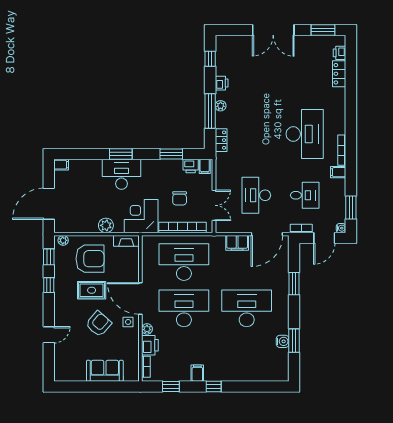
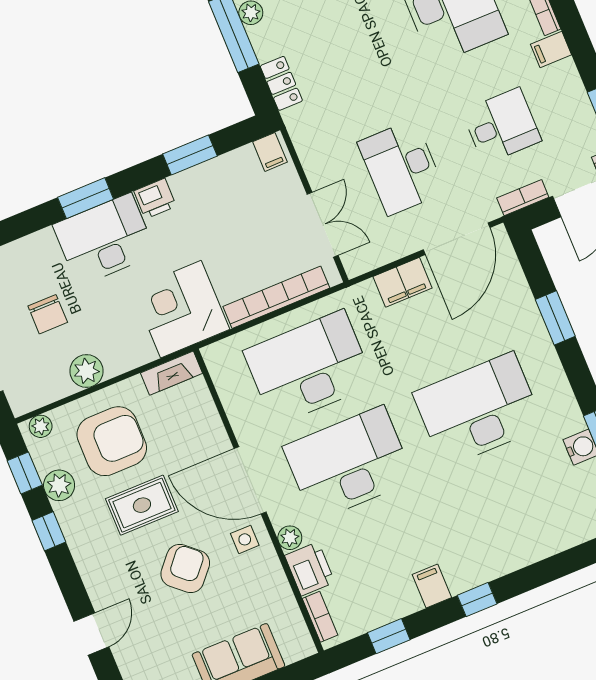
printer: (191, 166) -> (155, 199), moved
chair: (180, 198) -> (48, 314), moved
plant: (106, 225) -> (87, 371), moved
plant: (61, 268) -> (59, 485), added

